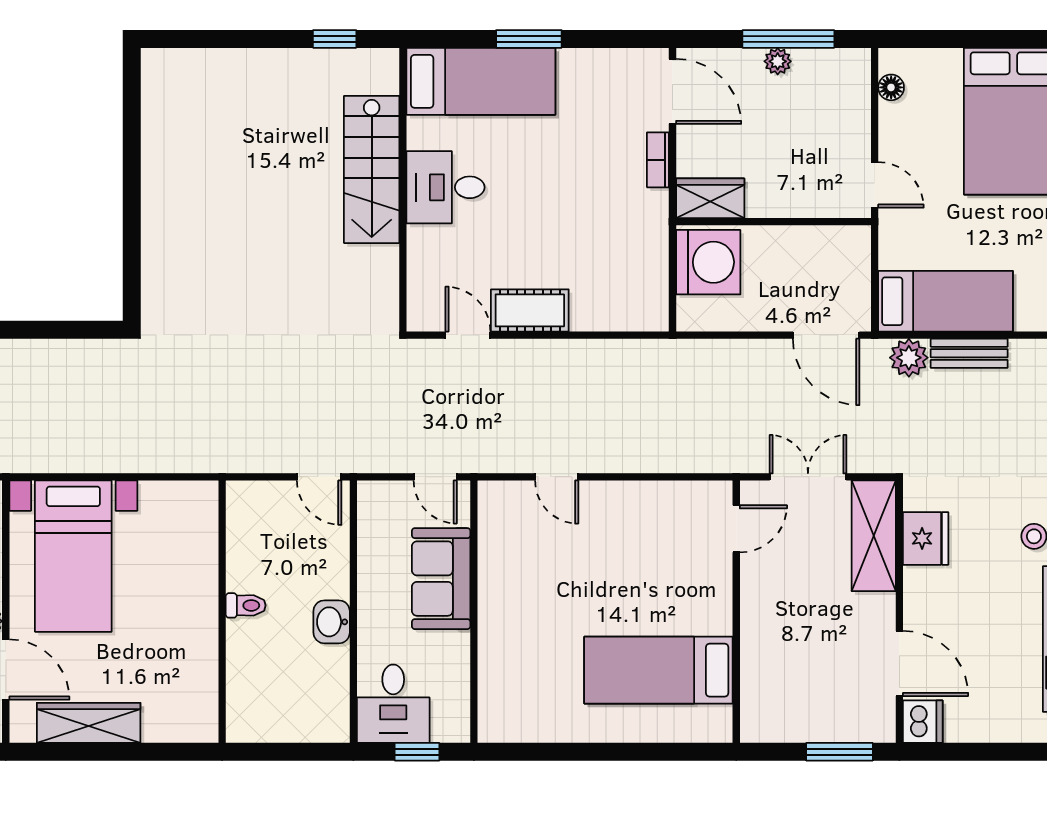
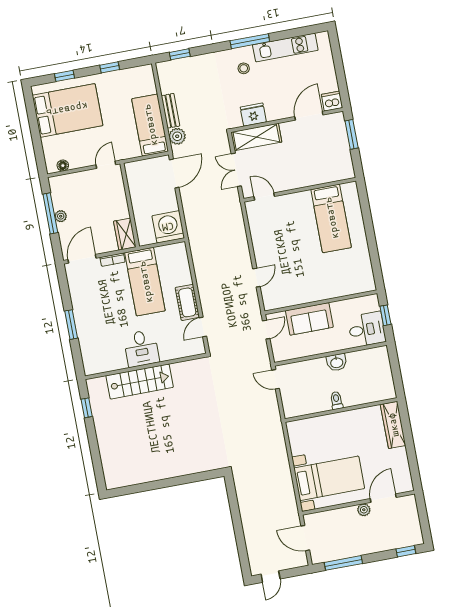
bed: (481, 81) -> (145, 282), moved, turned 180
washing machine: (708, 262) -> (168, 227), moved
door: (319, 477) -> (276, 379), swing flipped
wardrobe: (89, 723) -> (393, 425), moved

